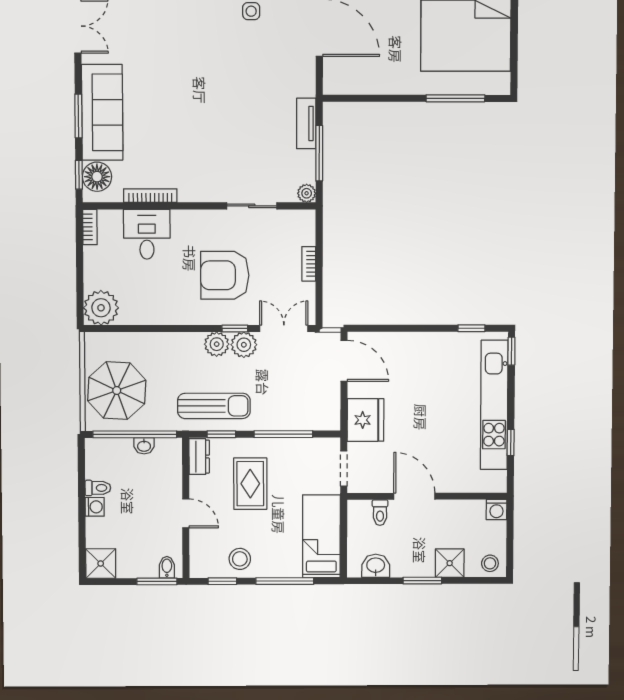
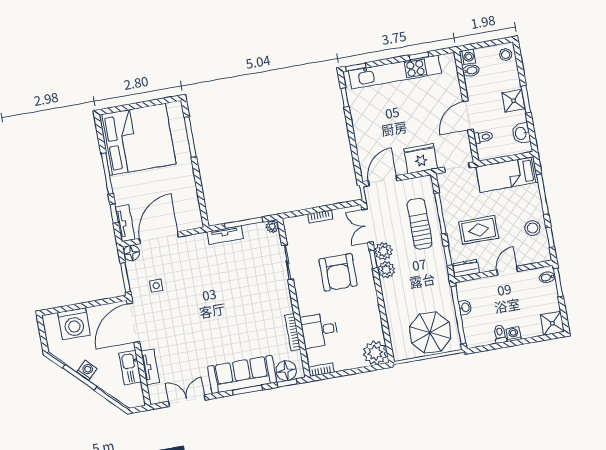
sun lounger: (214, 406) -> (420, 224), moved
bidet: (477, 511) -> (471, 71), added
shower: (450, 563) -> (513, 101), moved

